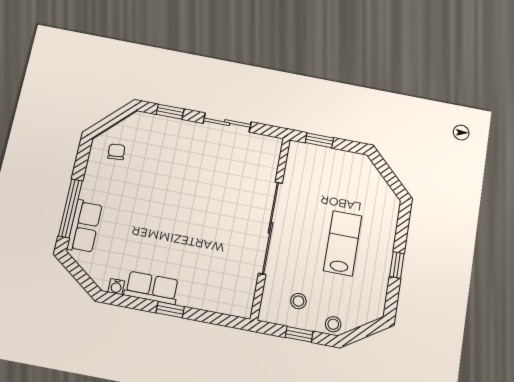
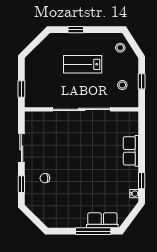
chair: (116, 152) -> (45, 178), moved
window: (397, 265) -> (76, 30), moved
row of seats: (152, 288) -> (131, 151), moved
window: (170, 310) -> (142, 181), moved
stool: (333, 324) -> (120, 48), moved

